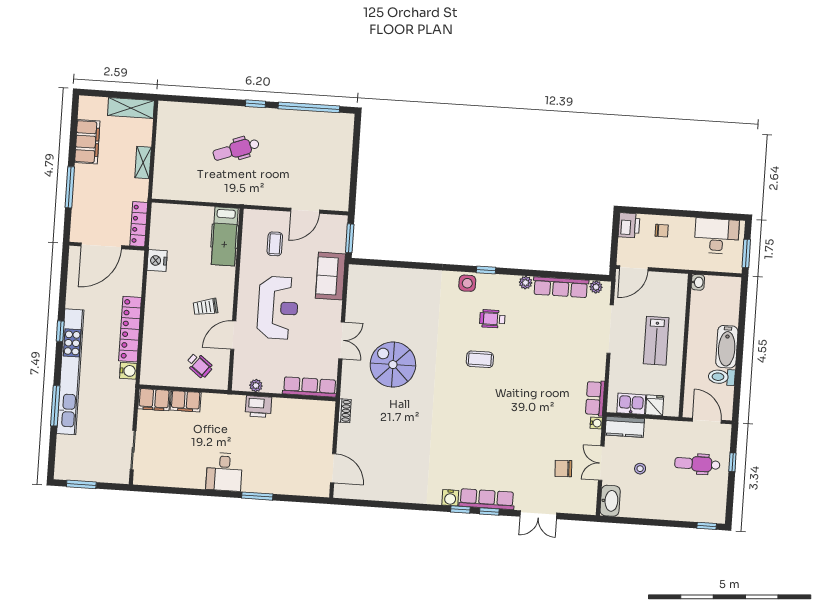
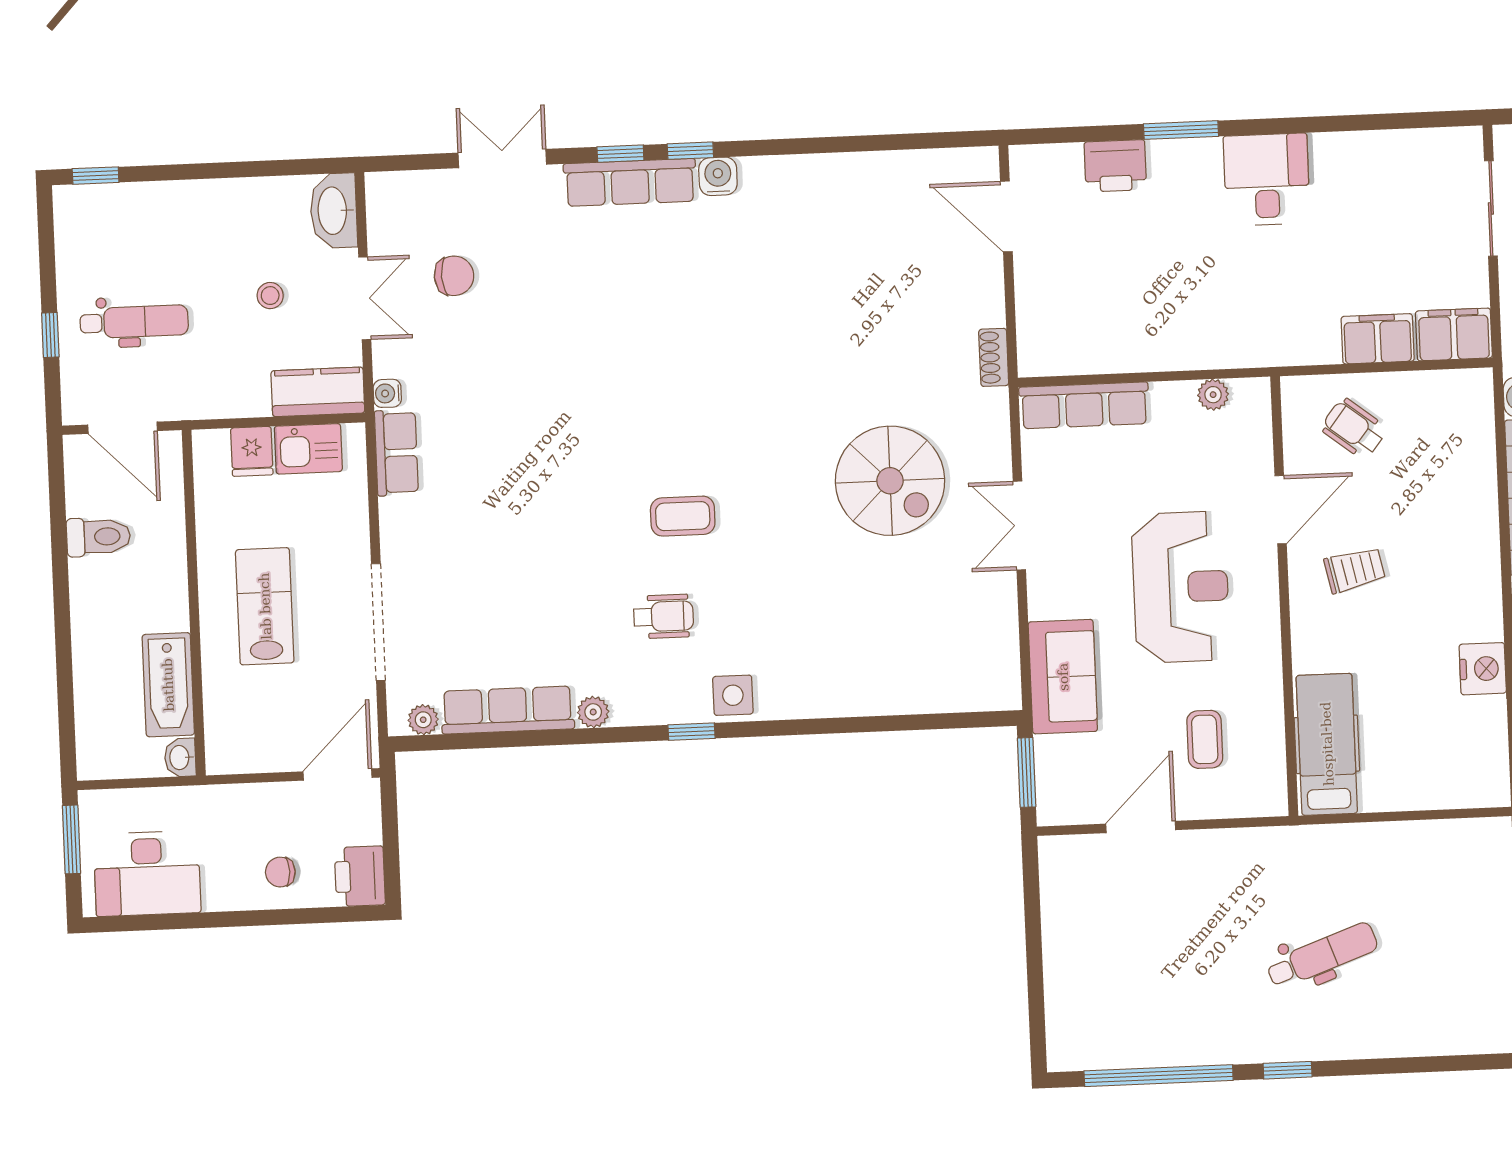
reception desk: (278, 308) -> (1181, 587), turned 180
bathtub: (727, 347) -> (168, 685), moved, turned 180
printer: (258, 407) -> (1115, 166), moved, turned 180

